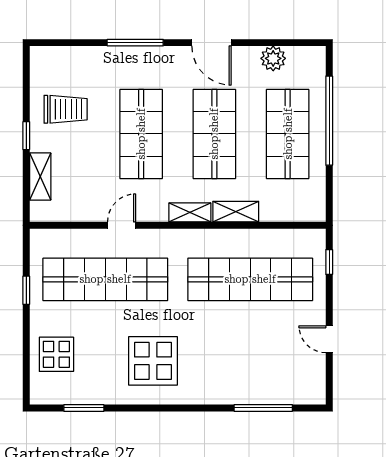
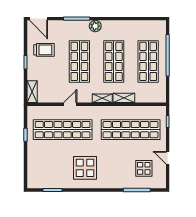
door: (211, 43) -> (38, 19), moved
plant: (273, 58) -> (95, 26), moved
shelving: (40, 177) -> (32, 92), moved
display table: (56, 354) -> (144, 168), moved

